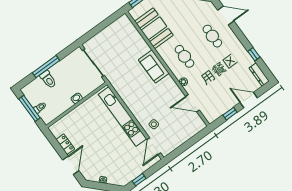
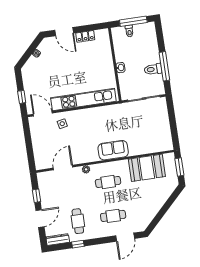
cafe table: (233, 65) -> (78, 221), added
window: (46, 67) -> (164, 66), moved
toilet: (48, 79) -> (153, 69), moved
window: (139, 180) -> (22, 97), moved

